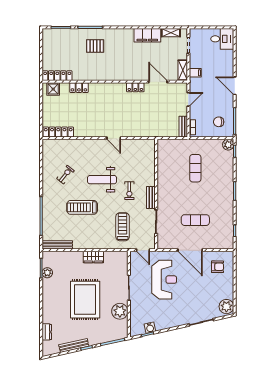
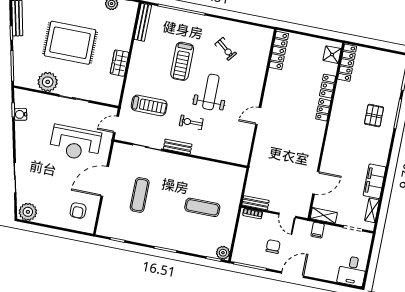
locker: (135, 87) -> (323, 110), moved
chair: (219, 122) -> (273, 247), moved
treadmill: (82, 207) -> (182, 61), turned 180

